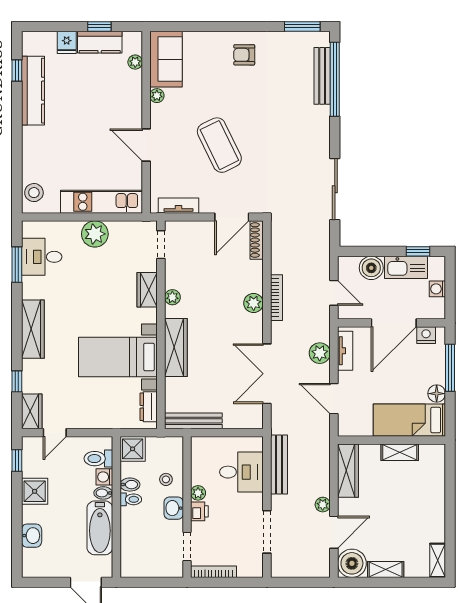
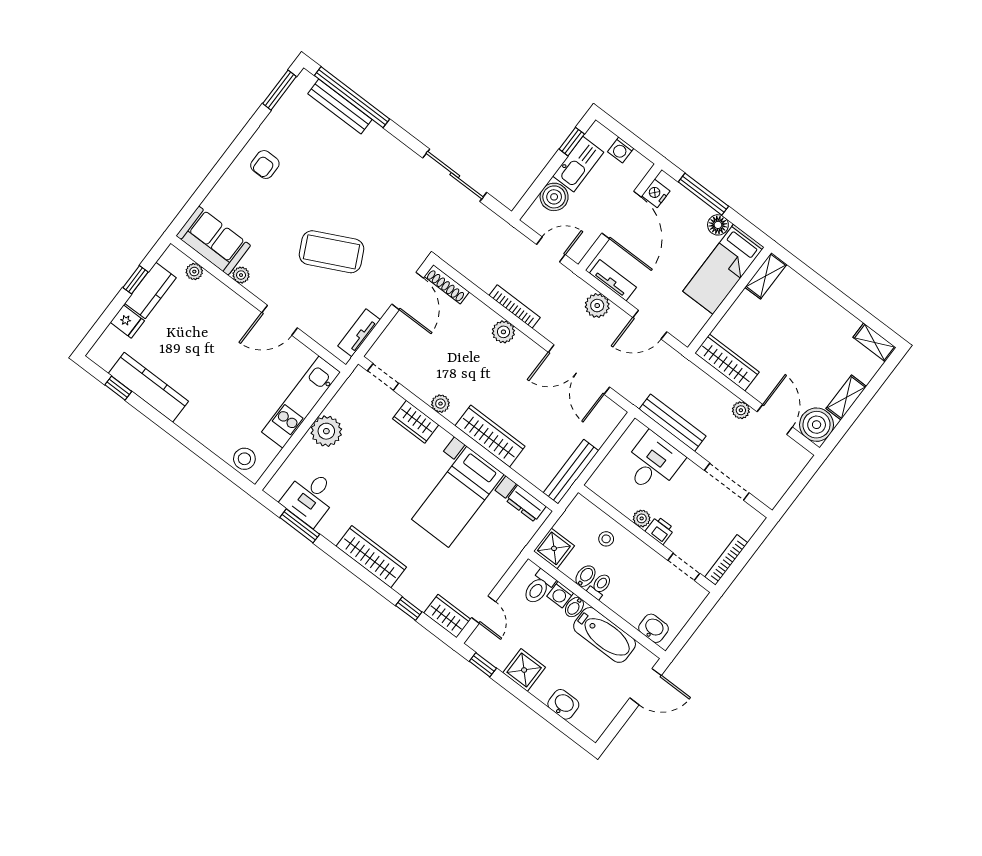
shelving: (400, 452) -> (766, 276), moved
washbasin: (174, 508) -> (653, 628), moved, turned 180

